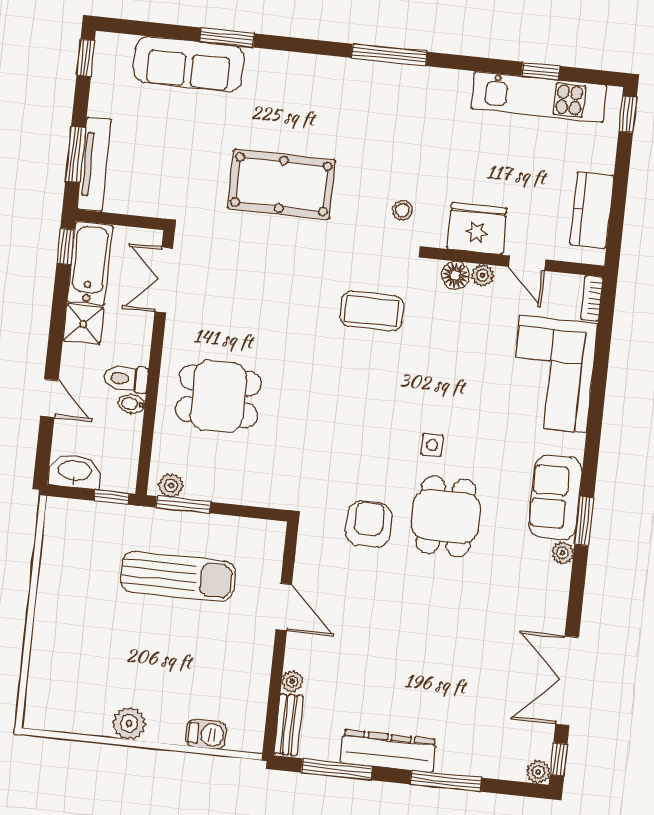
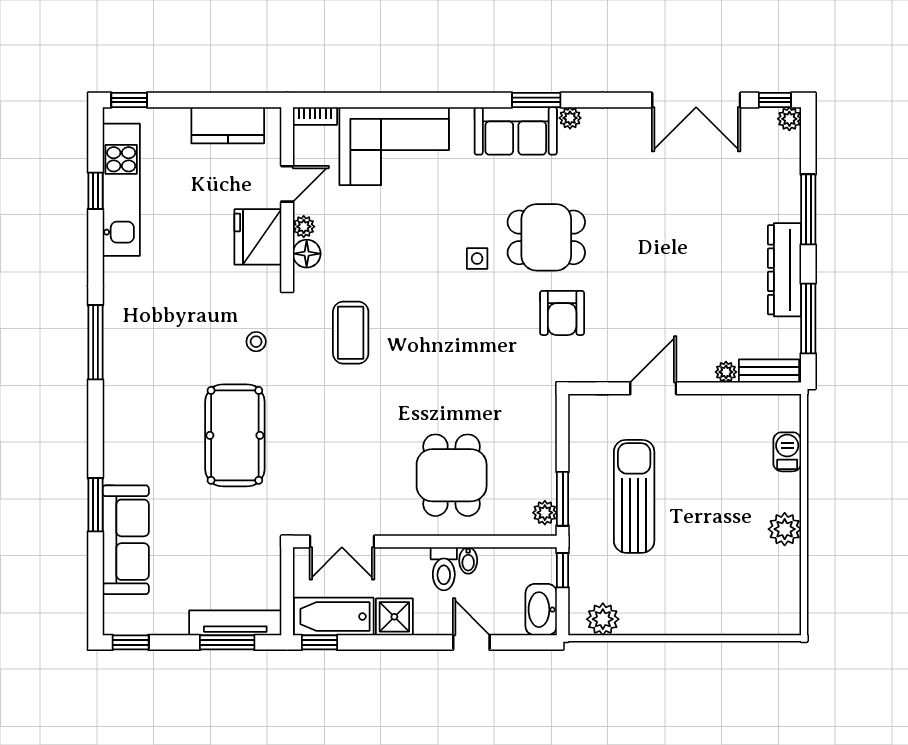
stool: (402, 210) -> (256, 342), moved
door: (49, 398) -> (471, 642), hinge flipped
armchair: (369, 524) -> (562, 313), turned -90
plant: (58, 532) -> (603, 619), added

